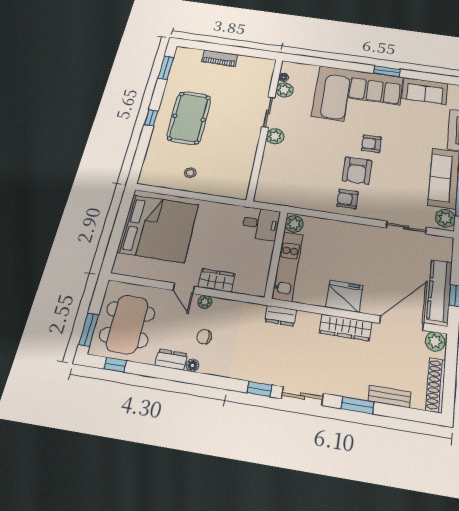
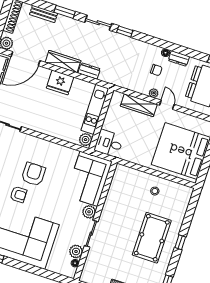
corner sofa: (282, 175) -> (89, 179), added
armchair: (348, 199) -> (44, 153), removed
wardrobe: (216, 280) -> (139, 105), width x1.50
dresser: (281, 316) -> (89, 71), moved

